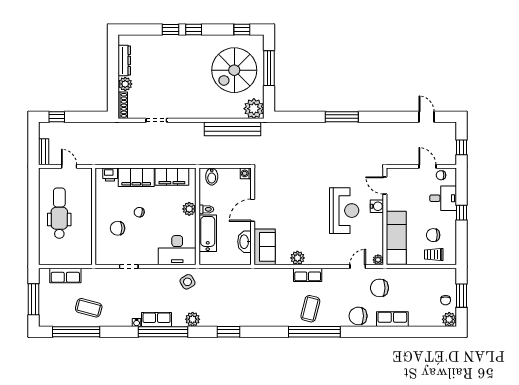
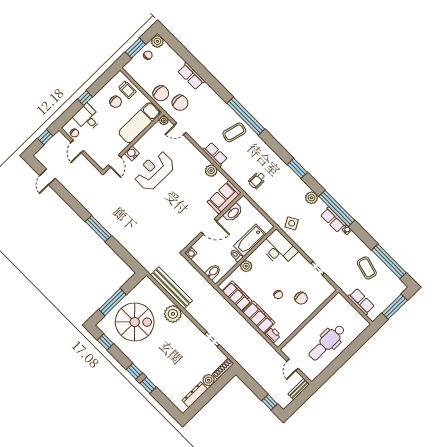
plant: (254, 109) -> (173, 314), moved
wheelchair: (252, 289) -> (257, 180), added
chair: (358, 316) -> (161, 93), moved

